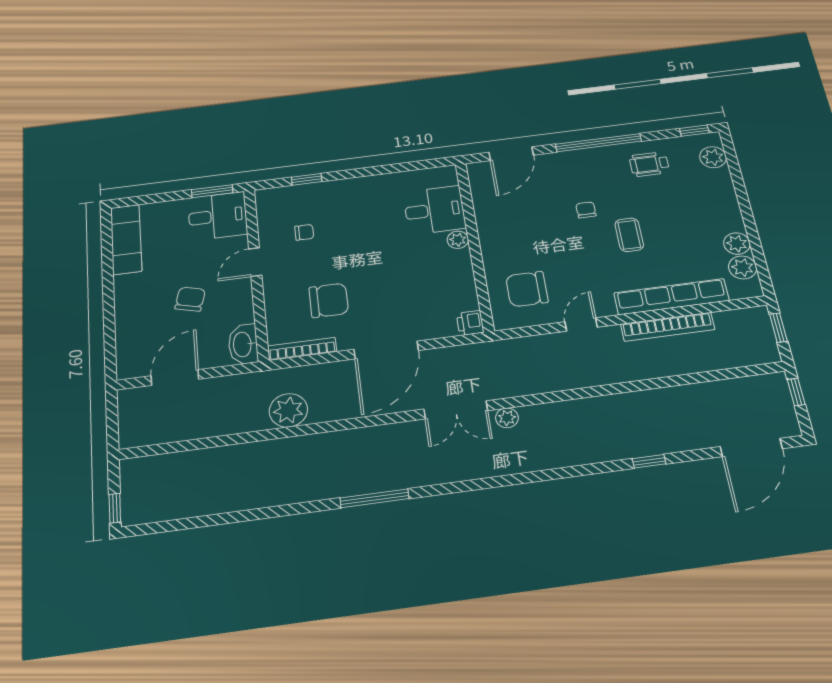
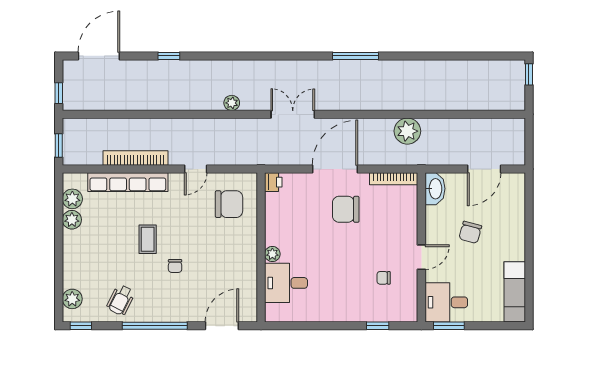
wheelchair: (649, 164) -> (121, 300), turned 117
chair: (329, 300) -> (346, 209), moved
plant: (507, 418) -> (232, 103), moved

